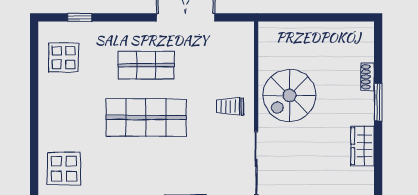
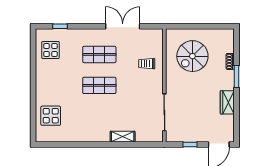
spiral stairs: (289, 95) -> (192, 56), moved
trolley: (230, 107) -> (147, 64), moved
shop shelf: (146, 117) -> (99, 85), width x0.70, depth x0.74

